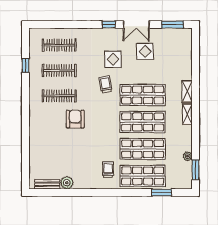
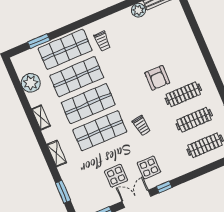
display table: (113, 59) -> (149, 167), moved
shelving: (187, 114) -> (41, 118), moved
plant: (188, 156) -> (31, 83), width x1.87, depth x1.87
window: (196, 170) -> (63, 192), moved

